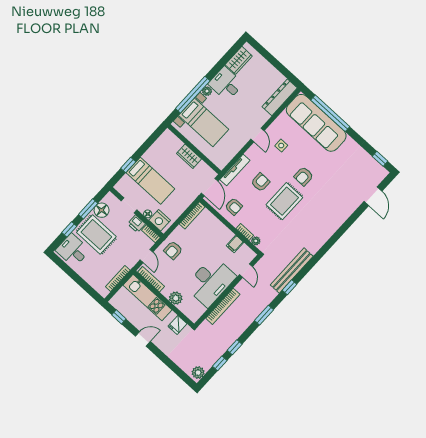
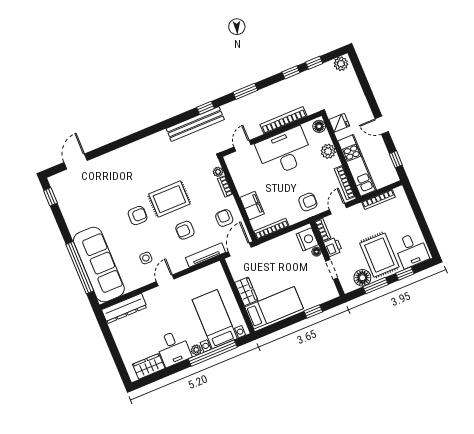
bed: (150, 181) -> (274, 308), moved, turned 90
filing cabinet: (235, 244) -> (252, 206), moved, width x2.00
floor lamp: (192, 315) -> (319, 126), added

